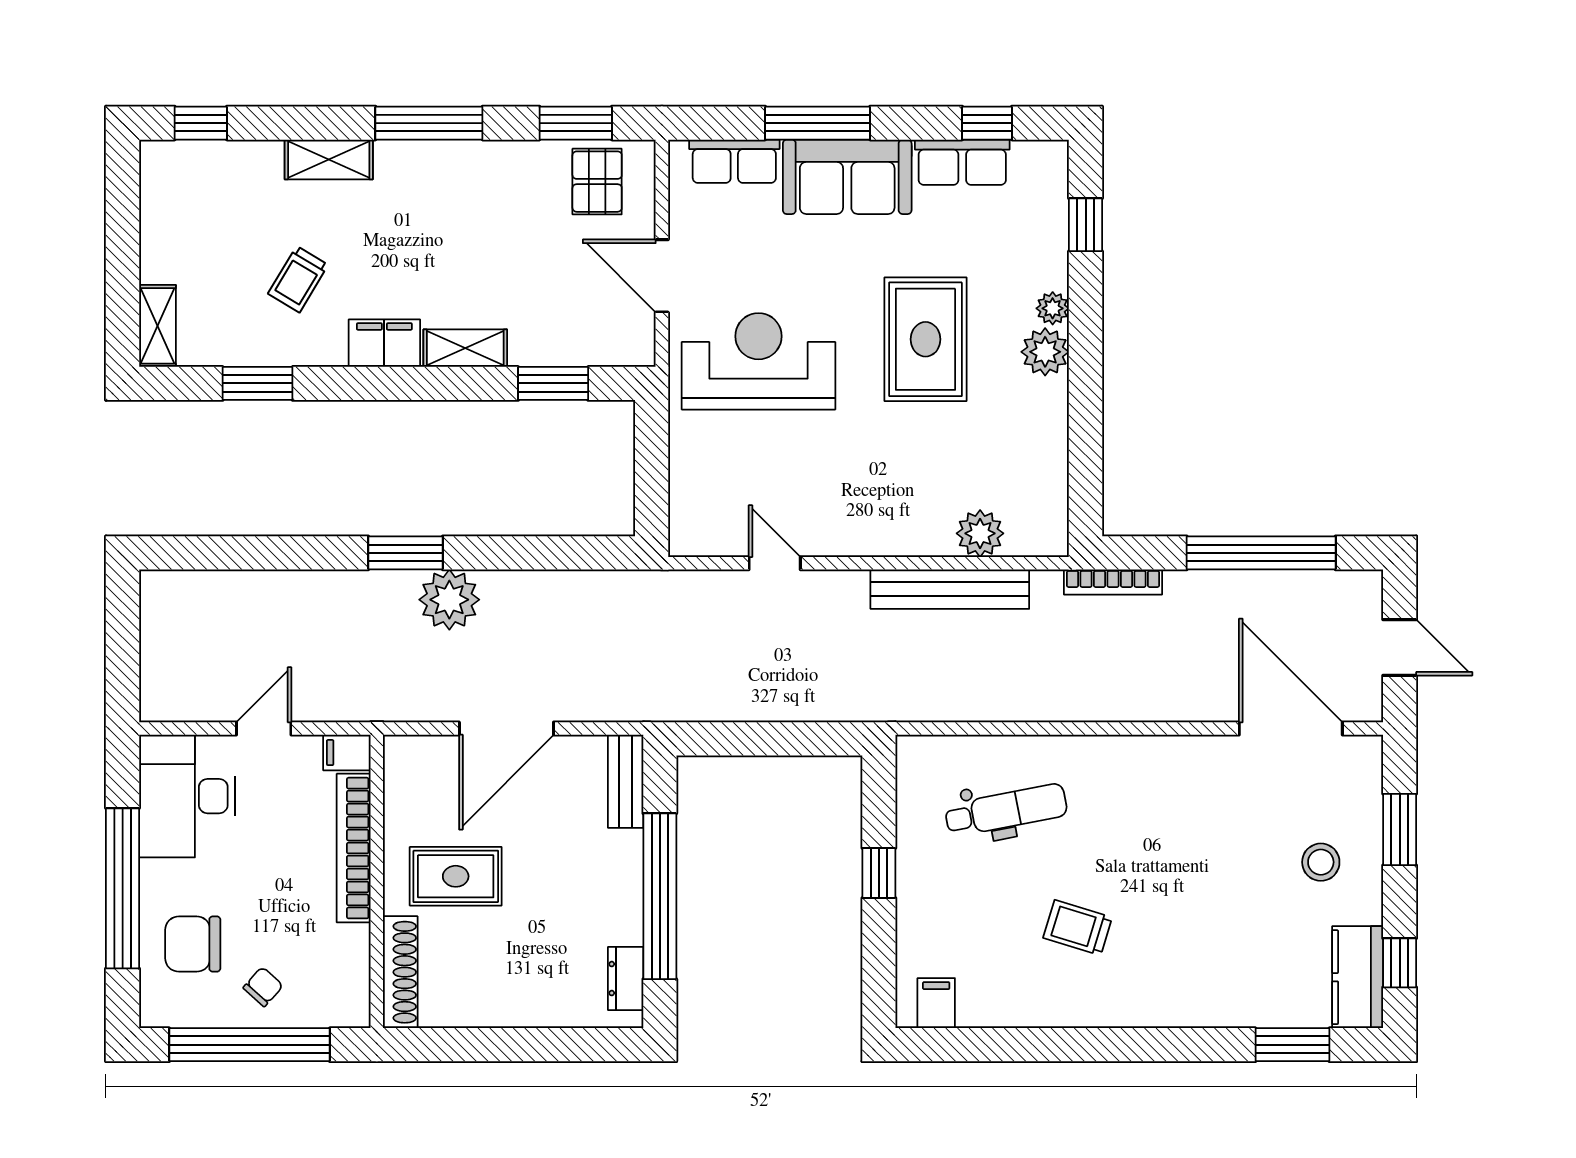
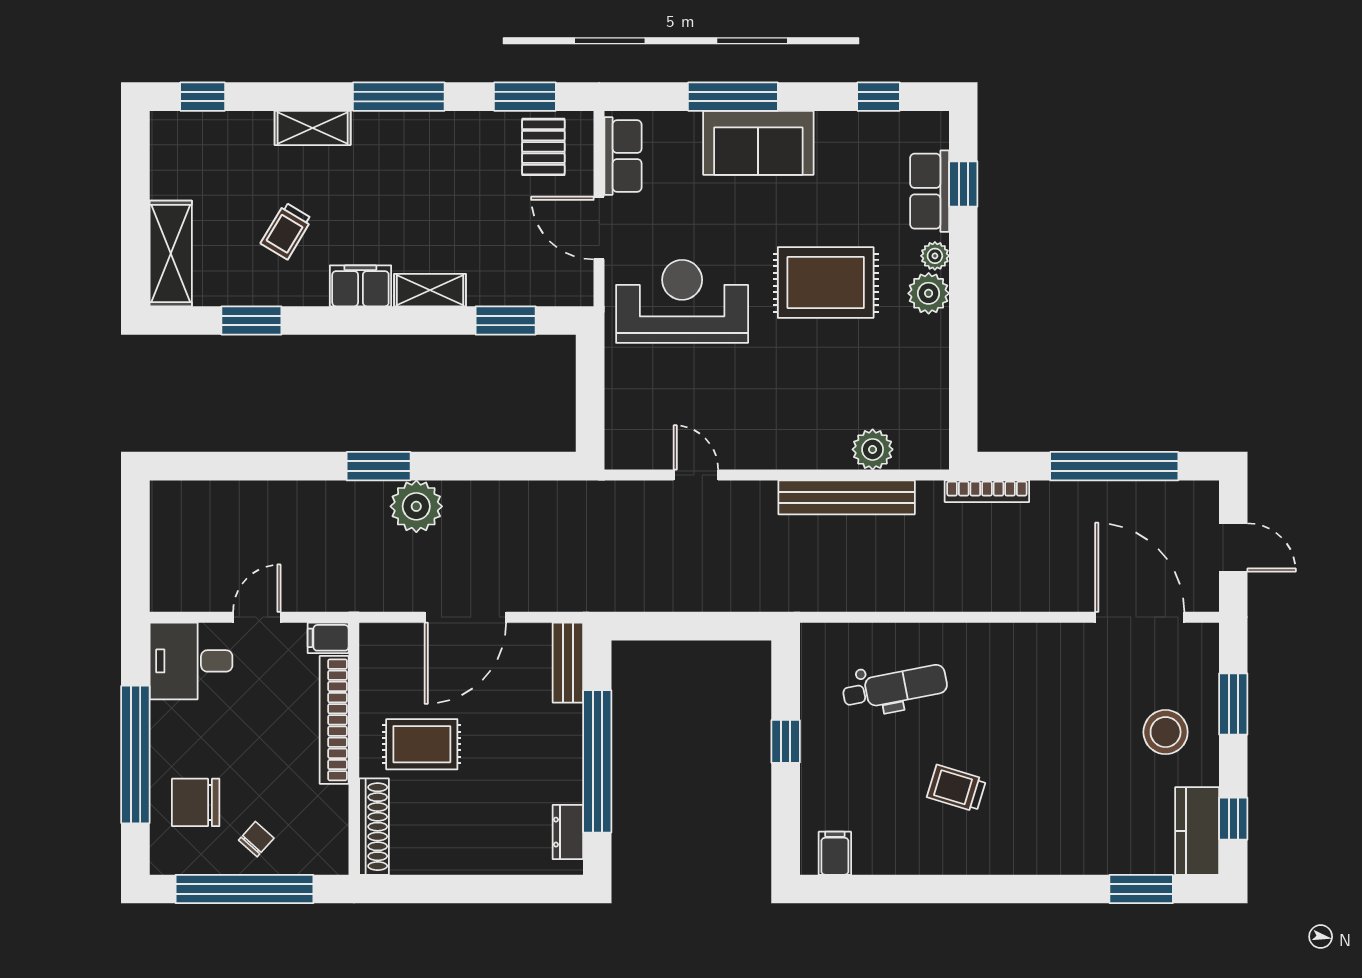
row of seats: (734, 161) -> (623, 156), moved, turned -90
row of seats: (962, 162) -> (930, 191), moved, turned 90
shelving: (158, 326) -> (171, 253), width x1.50, depth x1.33
rug: (926, 339) -> (826, 283), turned 90
desk: (187, 796) -> (191, 661), width x0.73
stool: (1321, 862) -> (1166, 732), width x1.38, depth x1.38

